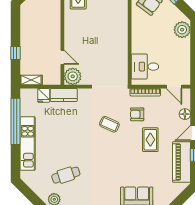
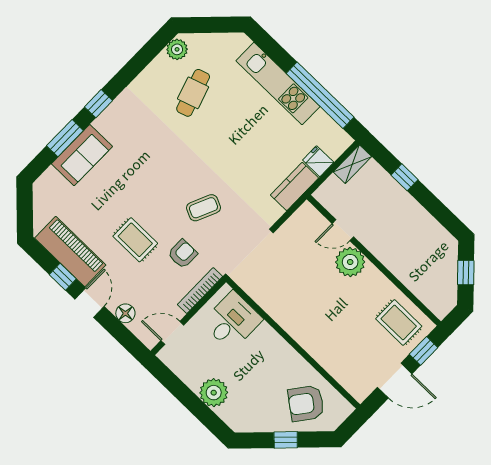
plant: (182, 30) -> (214, 393), moved
plant: (73, 76) -> (350, 262), moved

